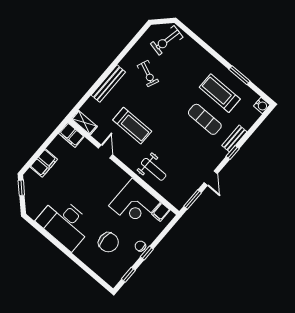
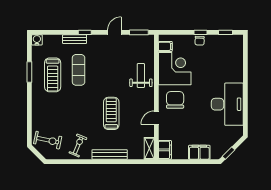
exercise bike: (148, 74) -> (78, 145), moved
treadmill: (132, 126) -> (111, 113), moved
chair: (108, 242) -> (175, 100), moved

